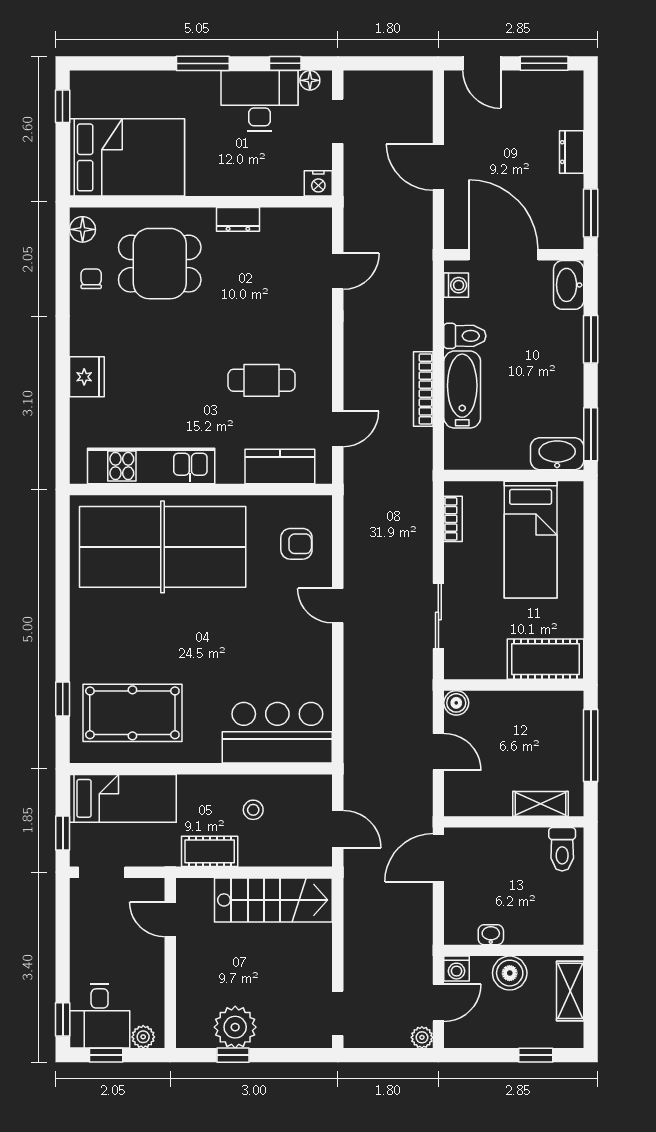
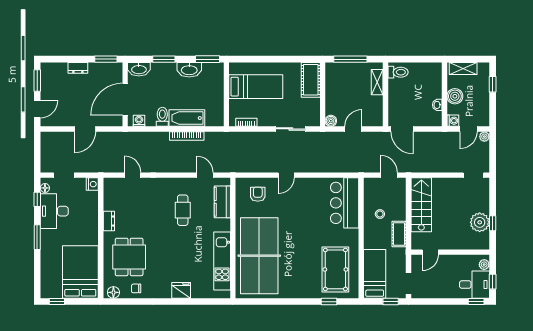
washbasin: (557, 454) -> (189, 70), moved, turned -90
door: (338, 829) -> (389, 175), hinge flipped
door: (438, 1003) -> (469, 129), swing flipped

